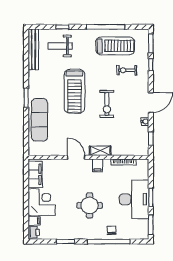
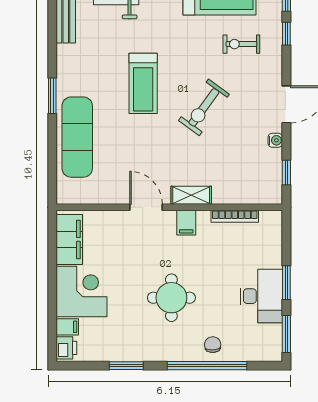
treadmill: (74, 91) -> (143, 83), width x0.73, depth x0.73
exercise bike: (107, 104) -> (204, 107), turned 36
desk: (134, 199) -> (261, 296), width x0.73, depth x0.77

